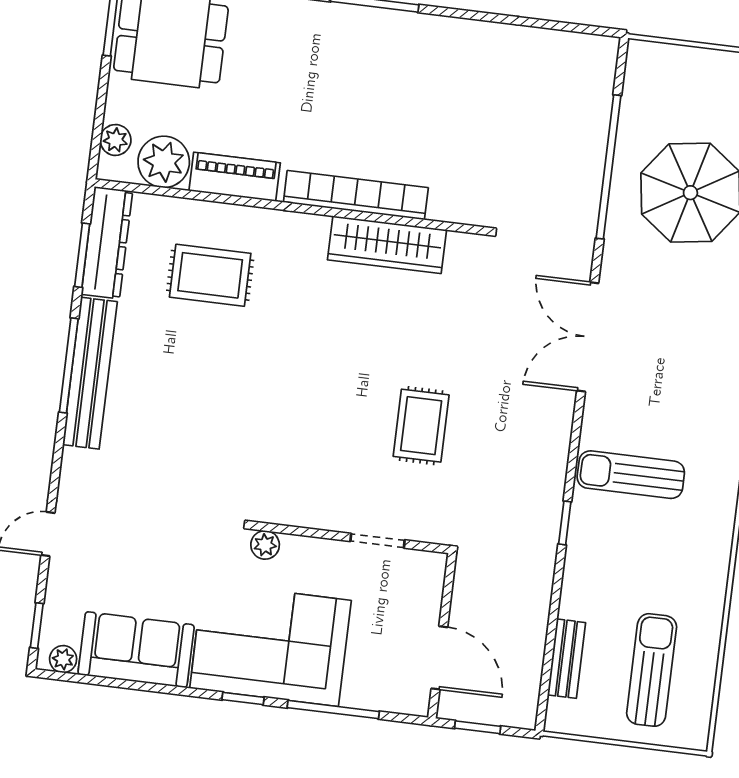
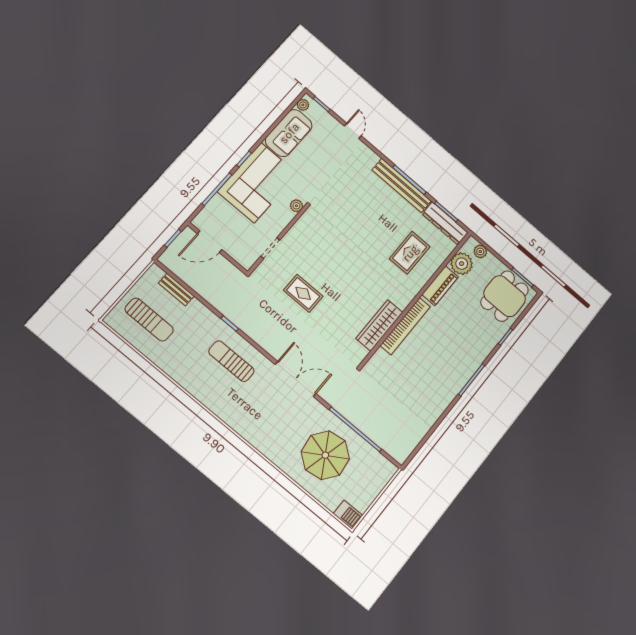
sun lounger: (631, 475) -> (231, 361), turned -90

